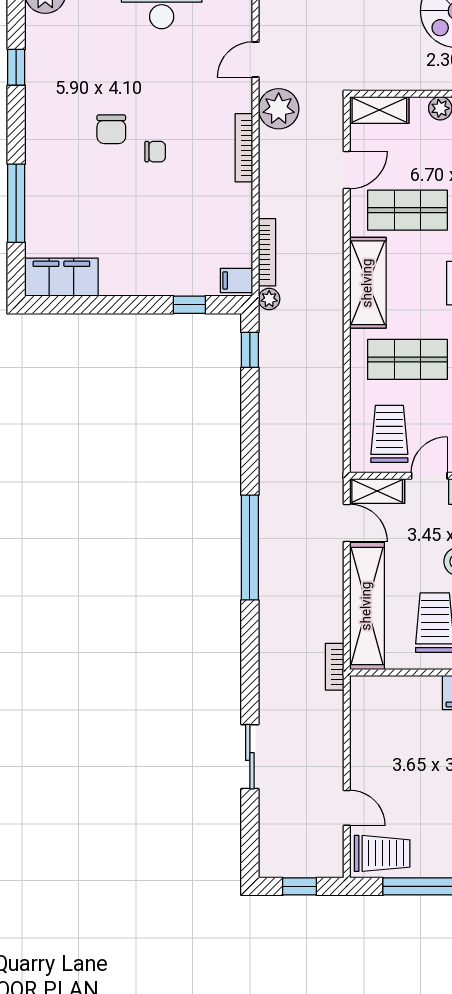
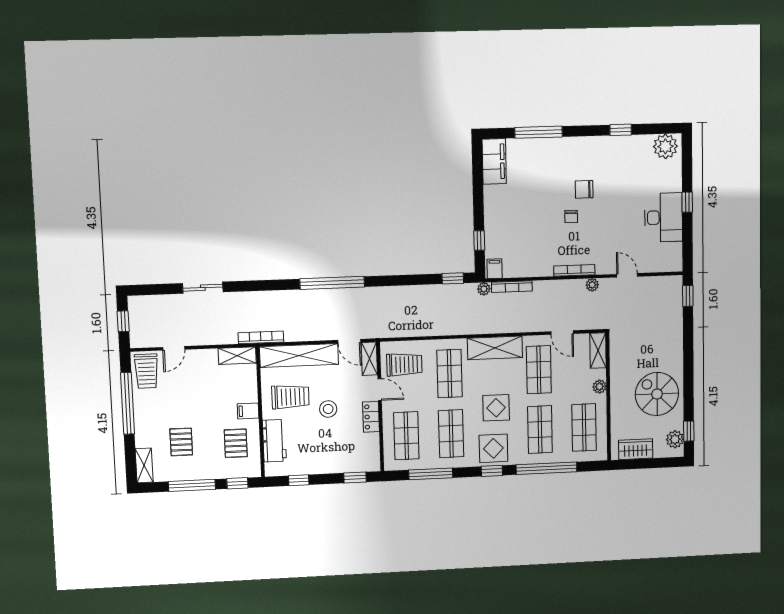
plant: (279, 109) -> (592, 285), width x0.53, depth x0.53
door: (347, 523) -> (349, 341), hinge flipped
bookcase: (335, 667) -> (261, 337), width x1.56
shelving: (363, 706) -> (237, 356), added

